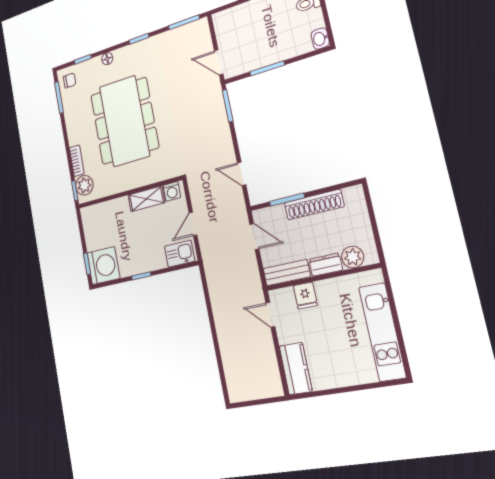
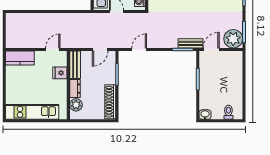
plant: (197, 35) -> (233, 39), added
bench: (216, 97) -> (191, 43), added
shoe rack: (314, 205) -> (110, 102), moved

